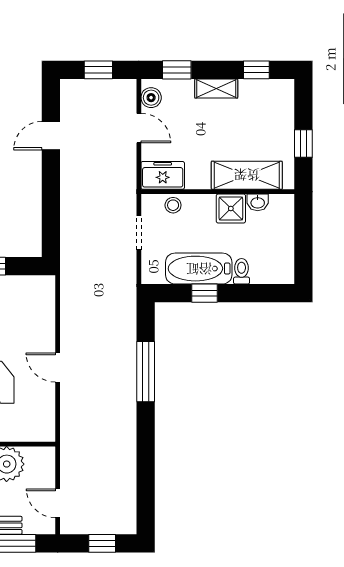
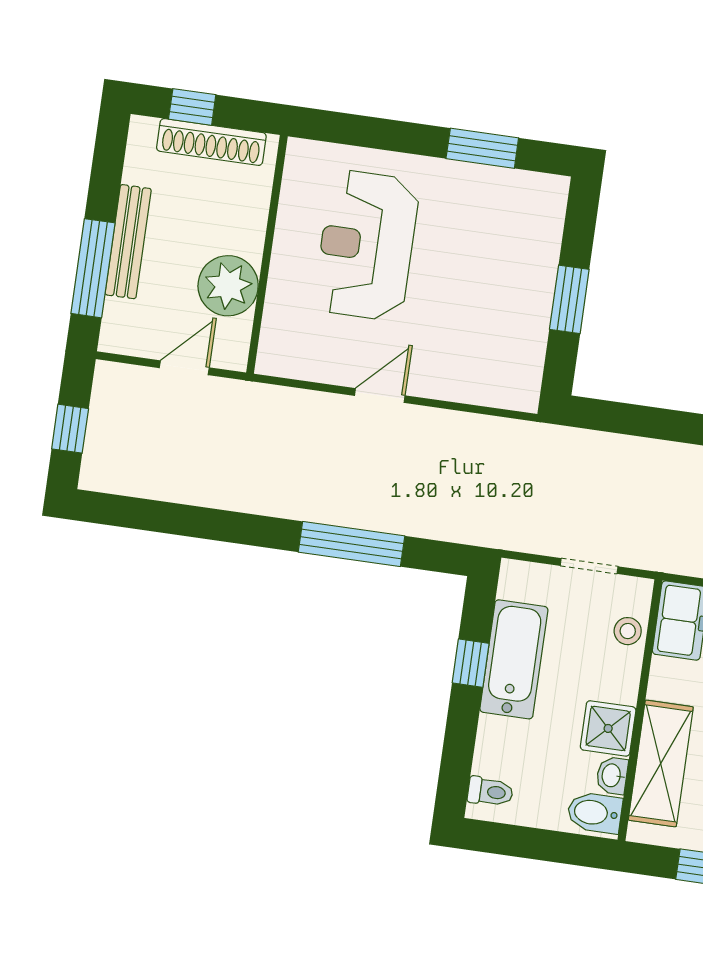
bidet: (281, 209) -> (595, 813), added
toilet: (242, 271) -> (490, 792), moved
door: (58, 503) -> (184, 368), moved

